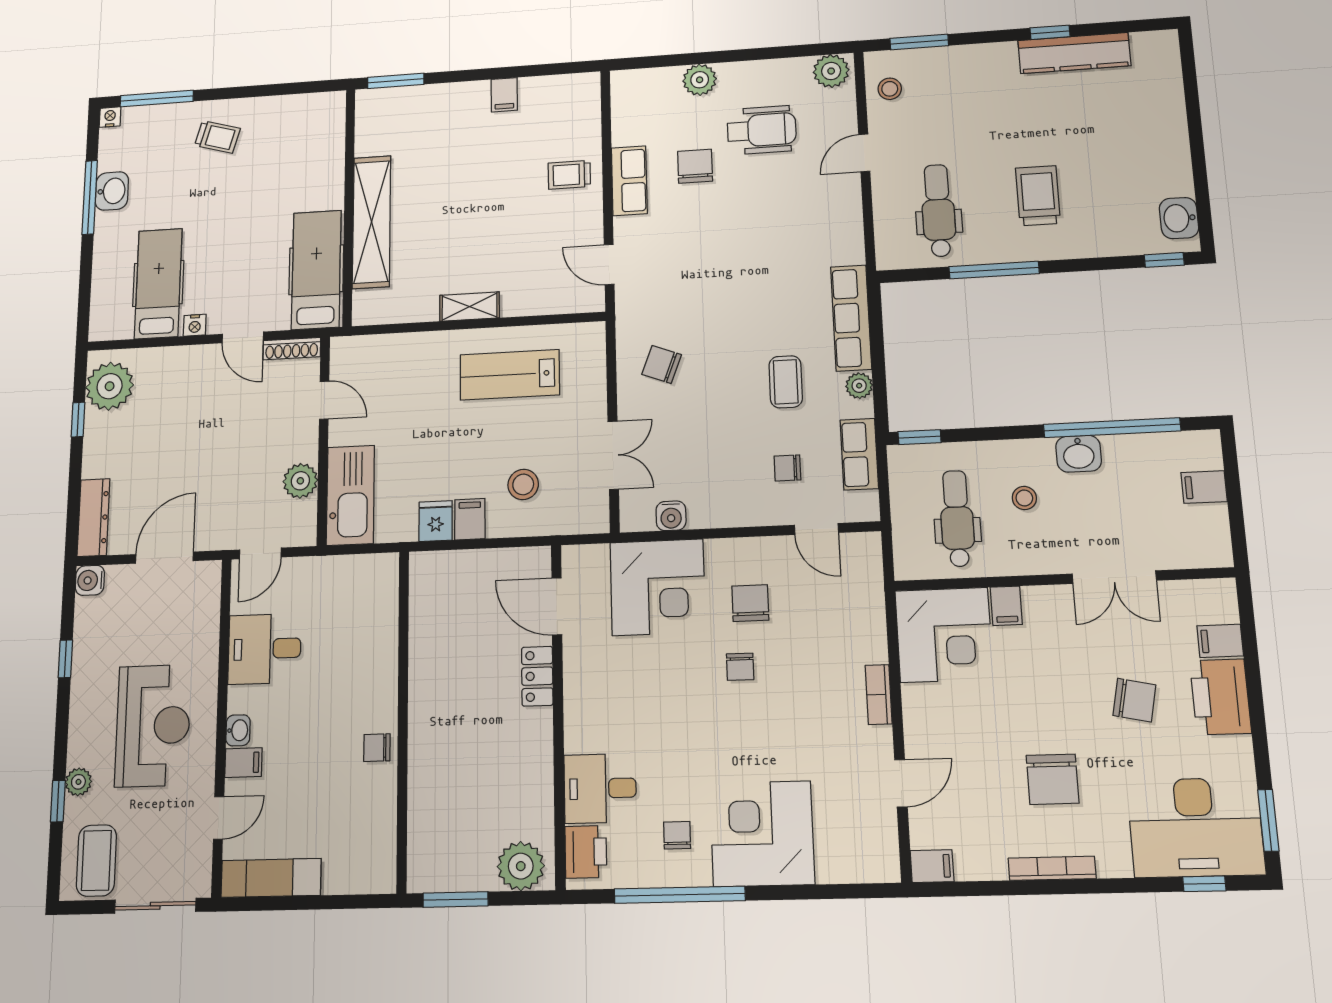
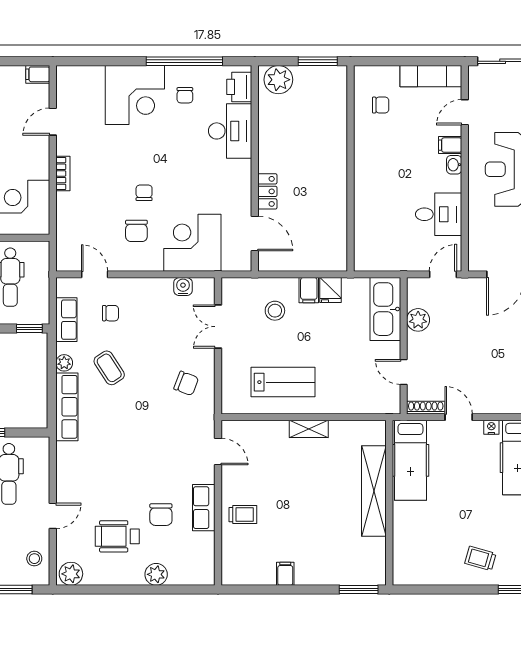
coffee table: (786, 382) -> (109, 368), turned -33
chair: (377, 748) -> (381, 105), moved
desk: (600, 788) -> (230, 131), width x1.37

